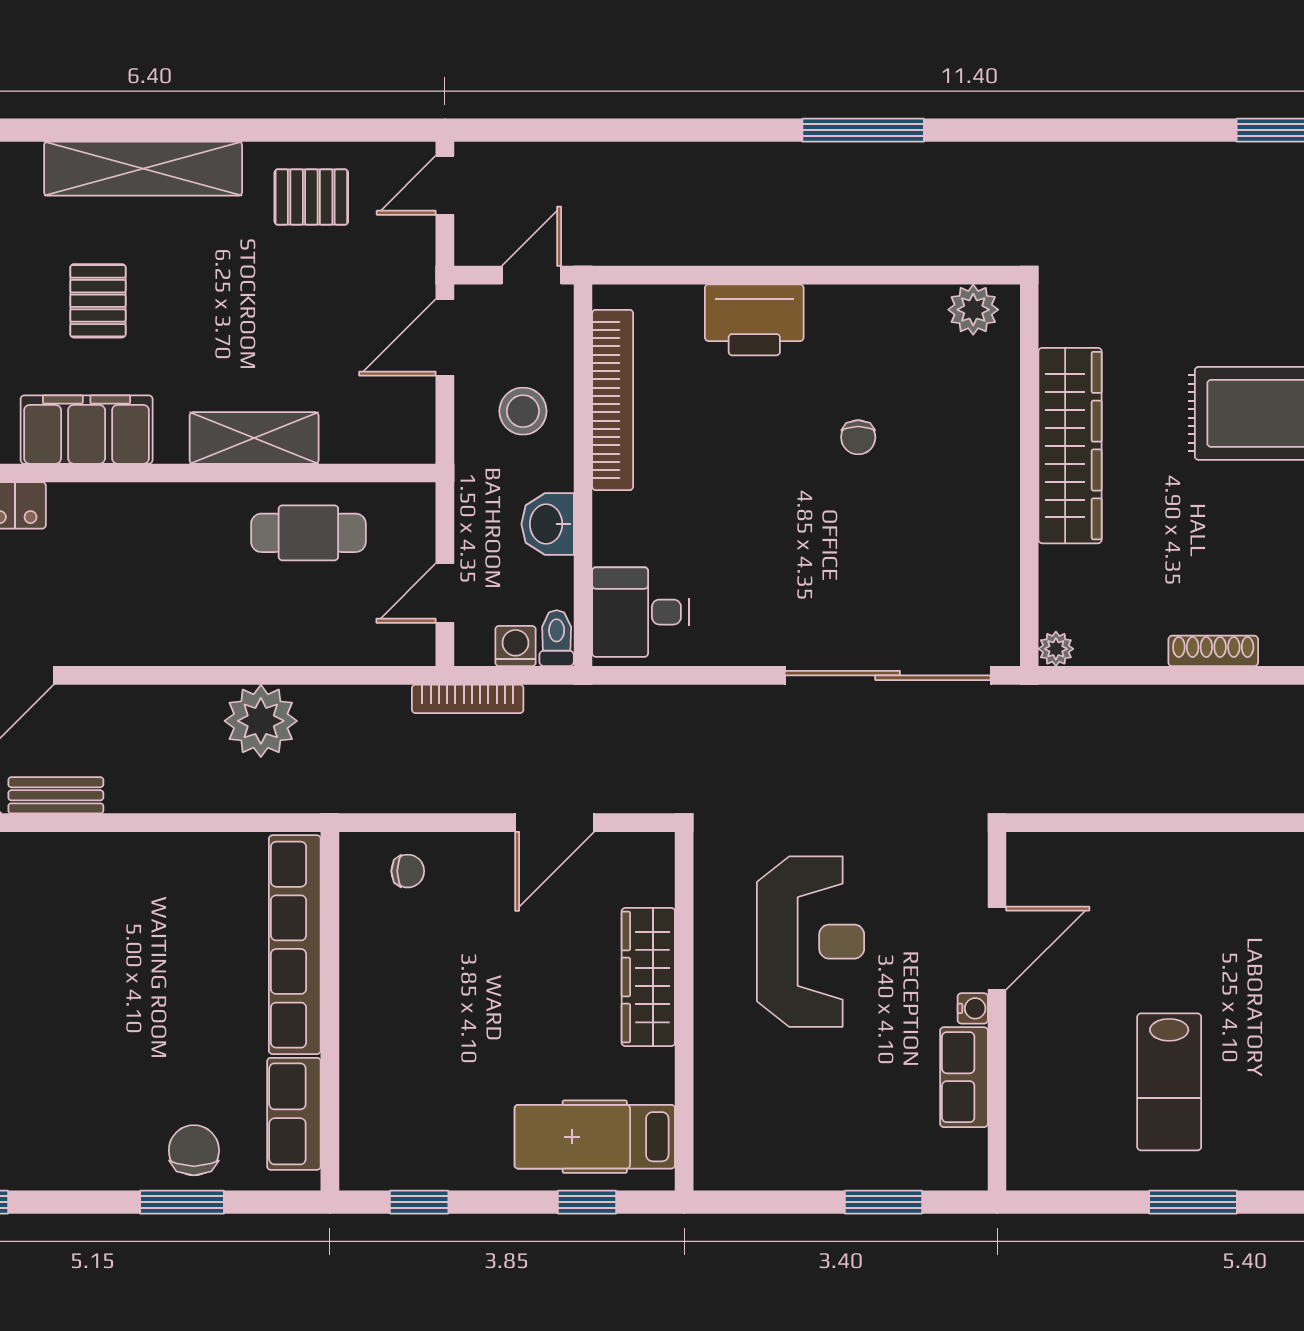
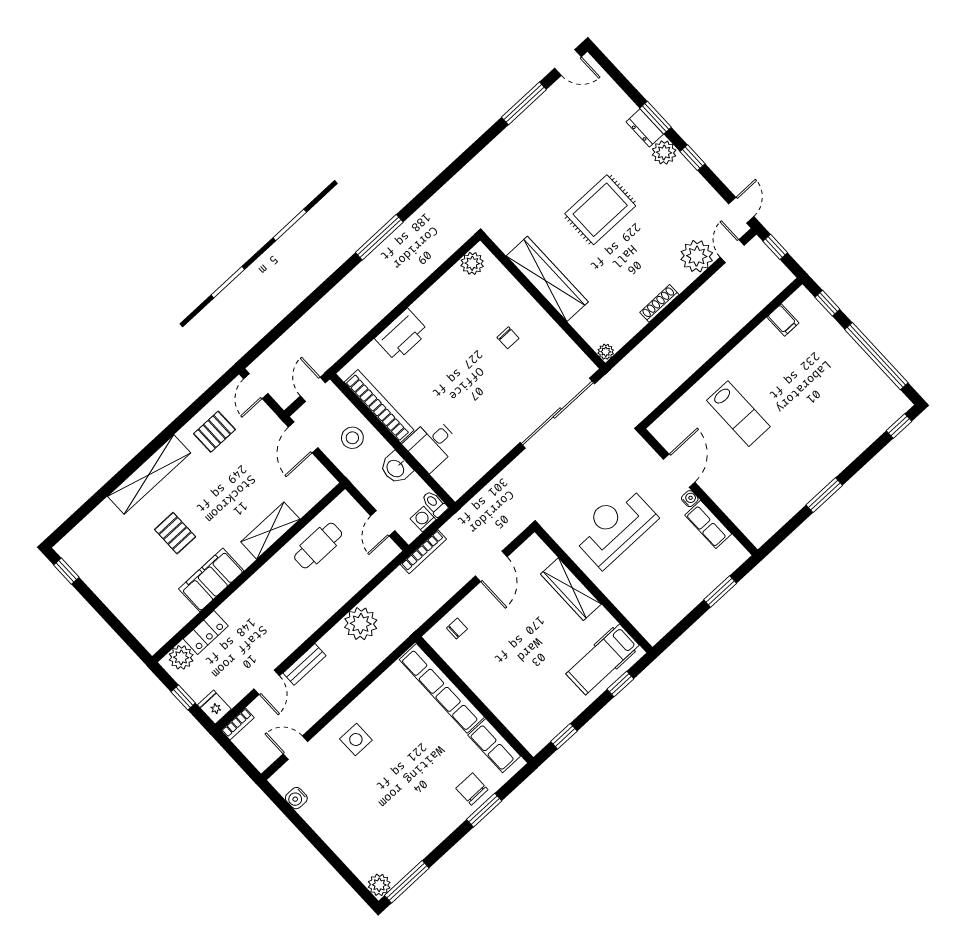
chair: (858, 437) -> (508, 338), moved
desk: (640, 612) -> (432, 444), moved
bench: (56, 795) -> (304, 664), moved
side table: (82, 899) -> (356, 739), added
reception desk: (811, 942) -> (614, 527), turned -90
lab bench: (1169, 1082) -> (738, 414), moved

